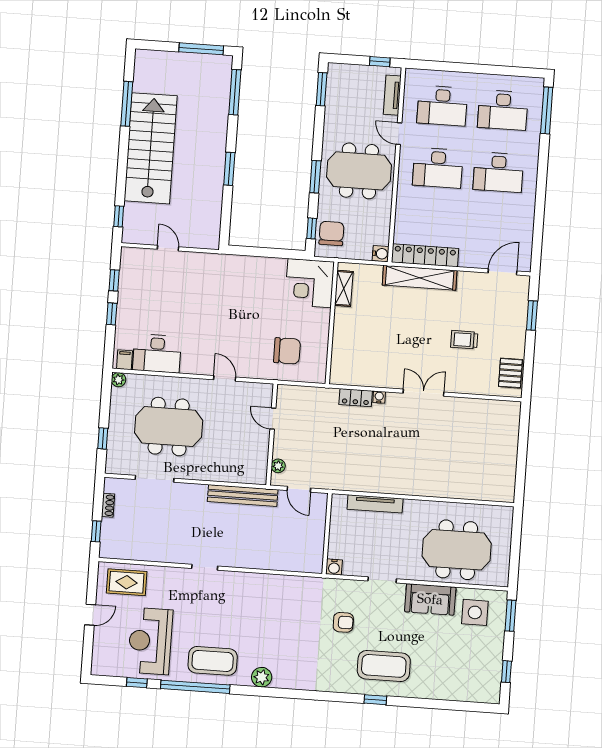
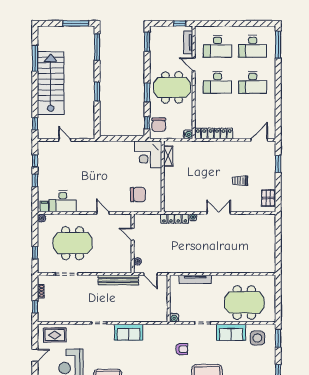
chair: (331, 233) -> (159, 125), turned 180
shelving: (420, 278) -> (212, 147), removed
locker: (356, 398) -> (175, 219), width x1.53
sofa: (254, 587) -> (129, 332), added

